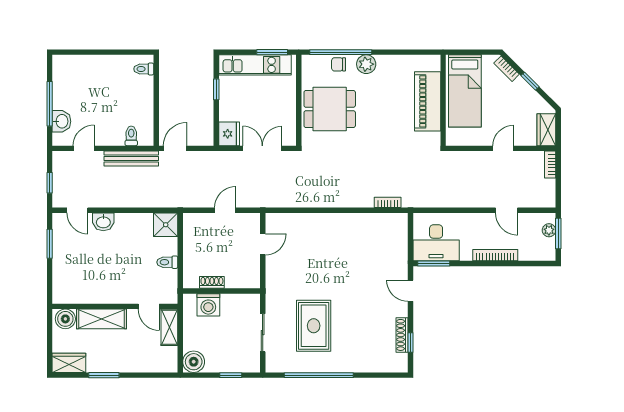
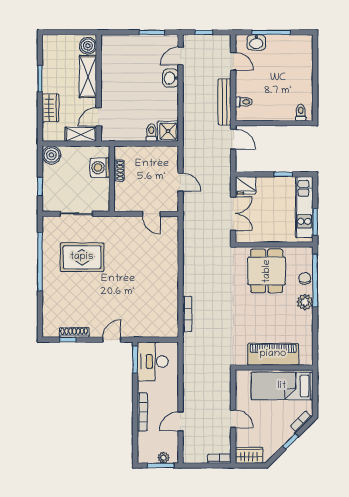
bookcase: (388, 202) -> (187, 314), width x1.56
toilet: (167, 262) -> (151, 133), moved
wardrobe: (69, 363) -> (50, 108), moved

